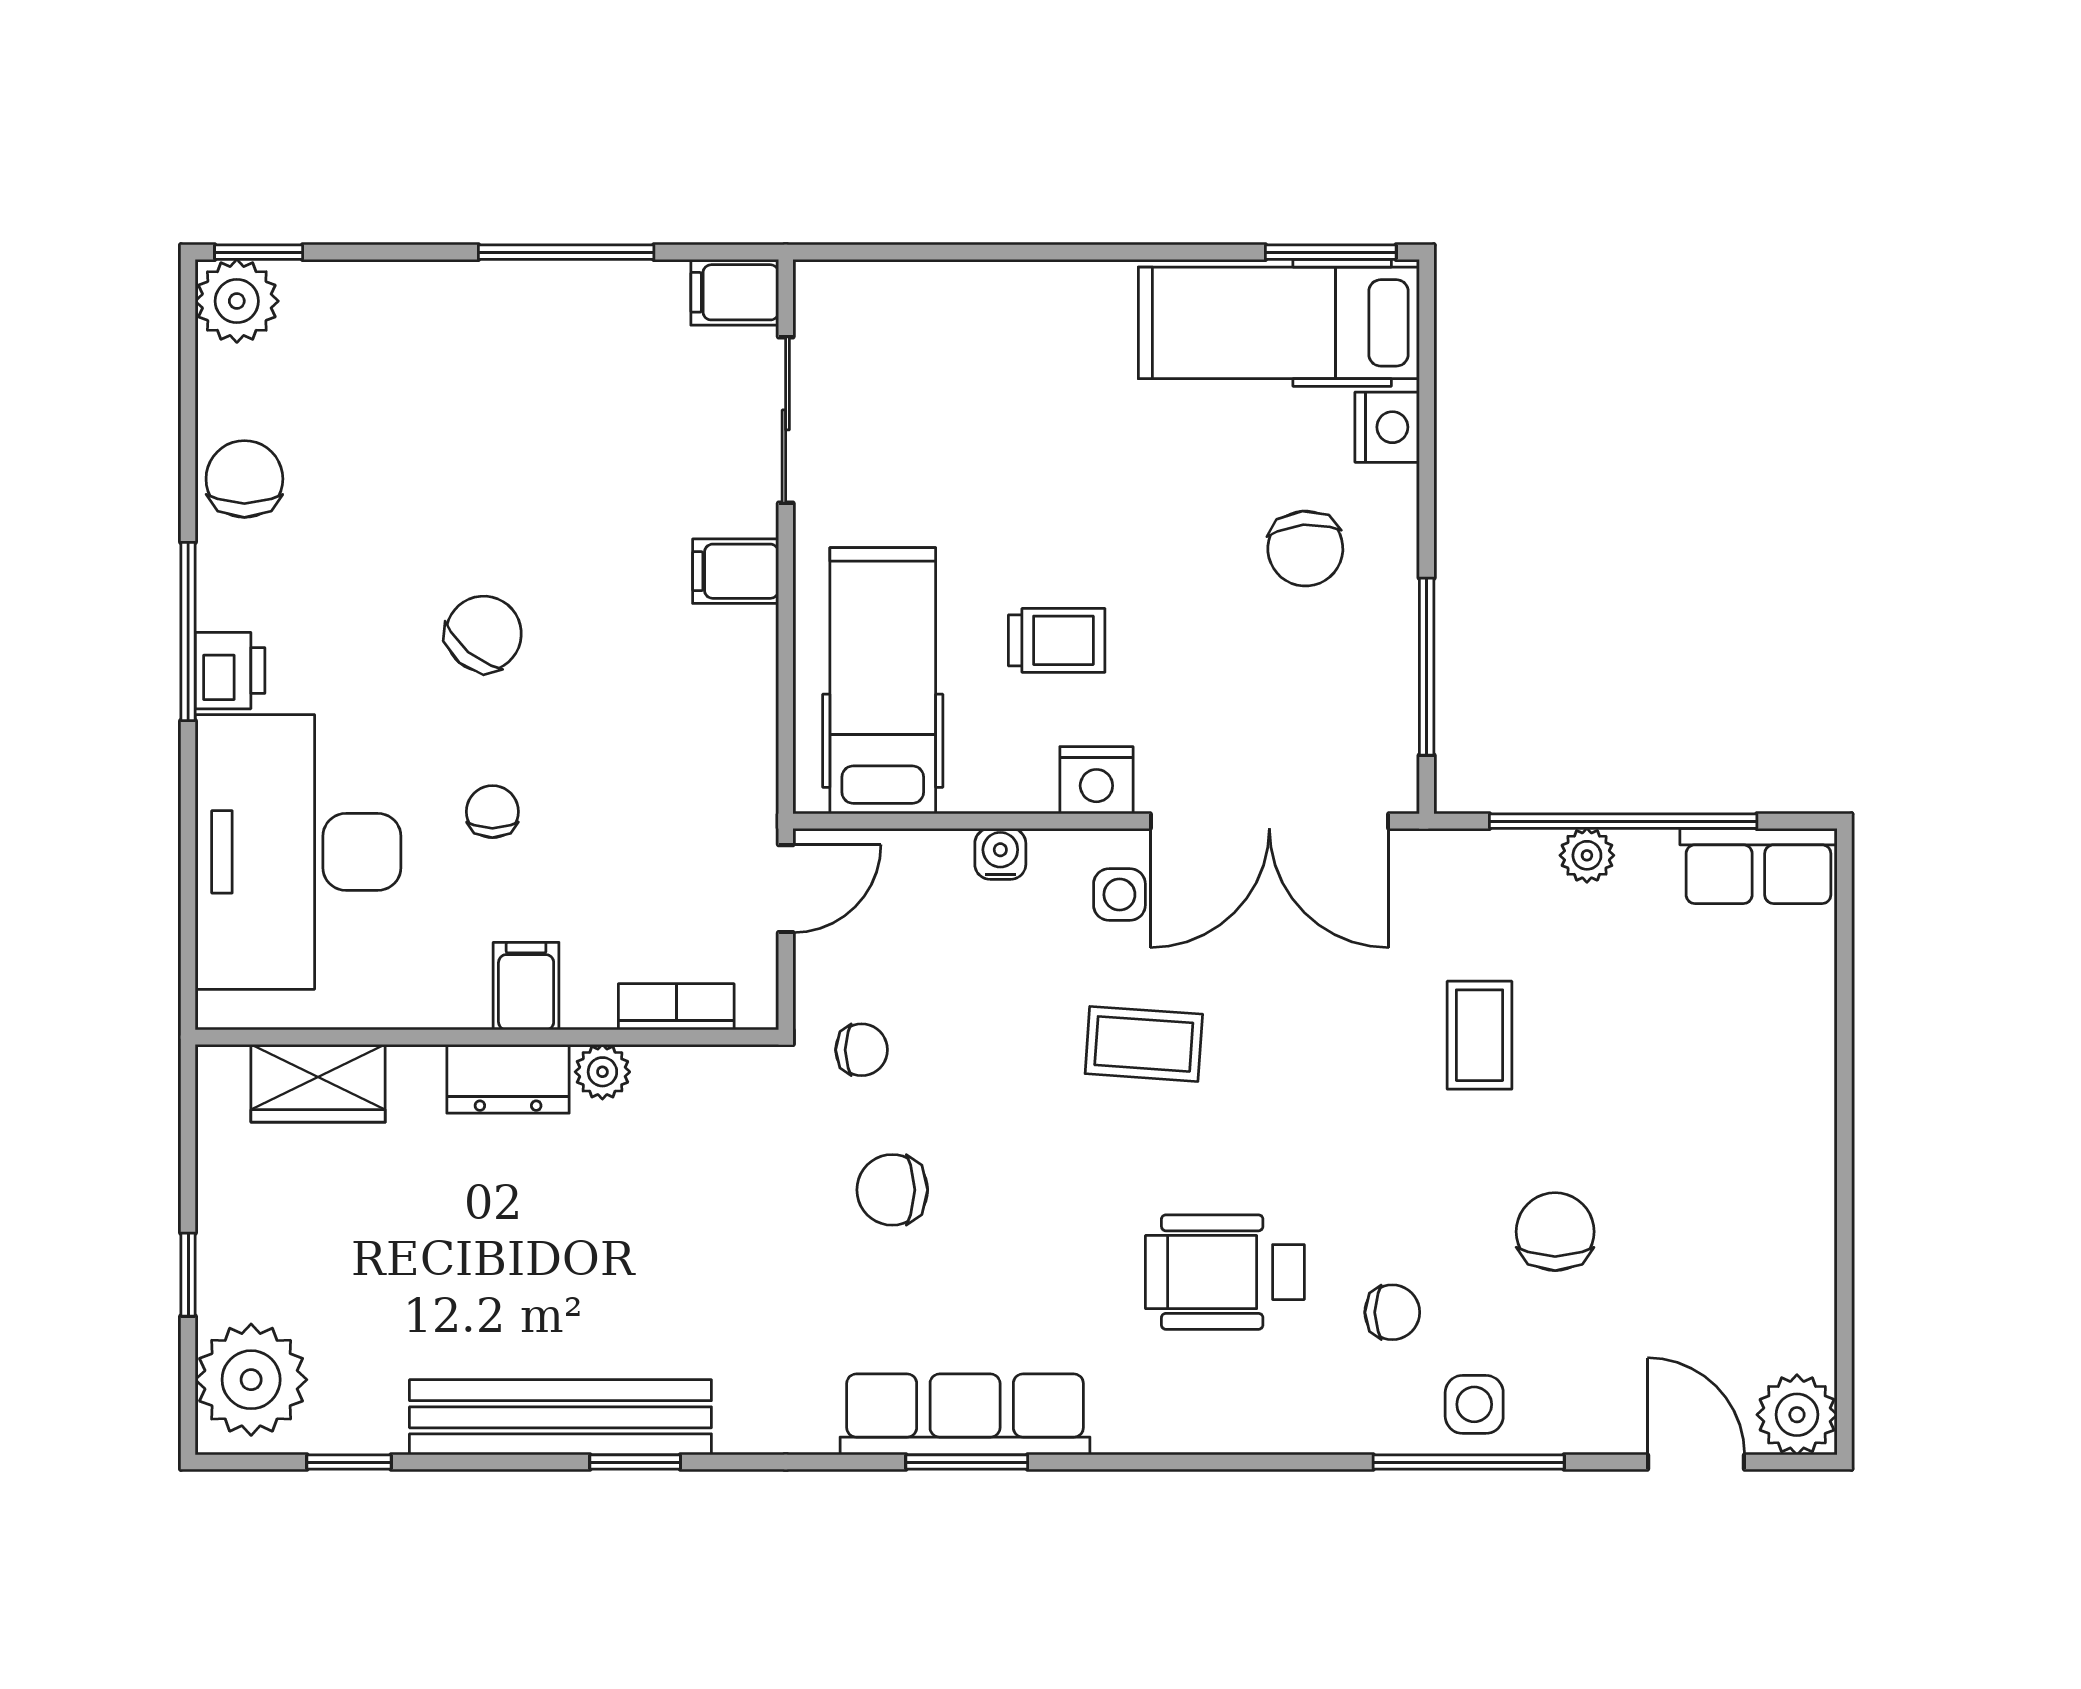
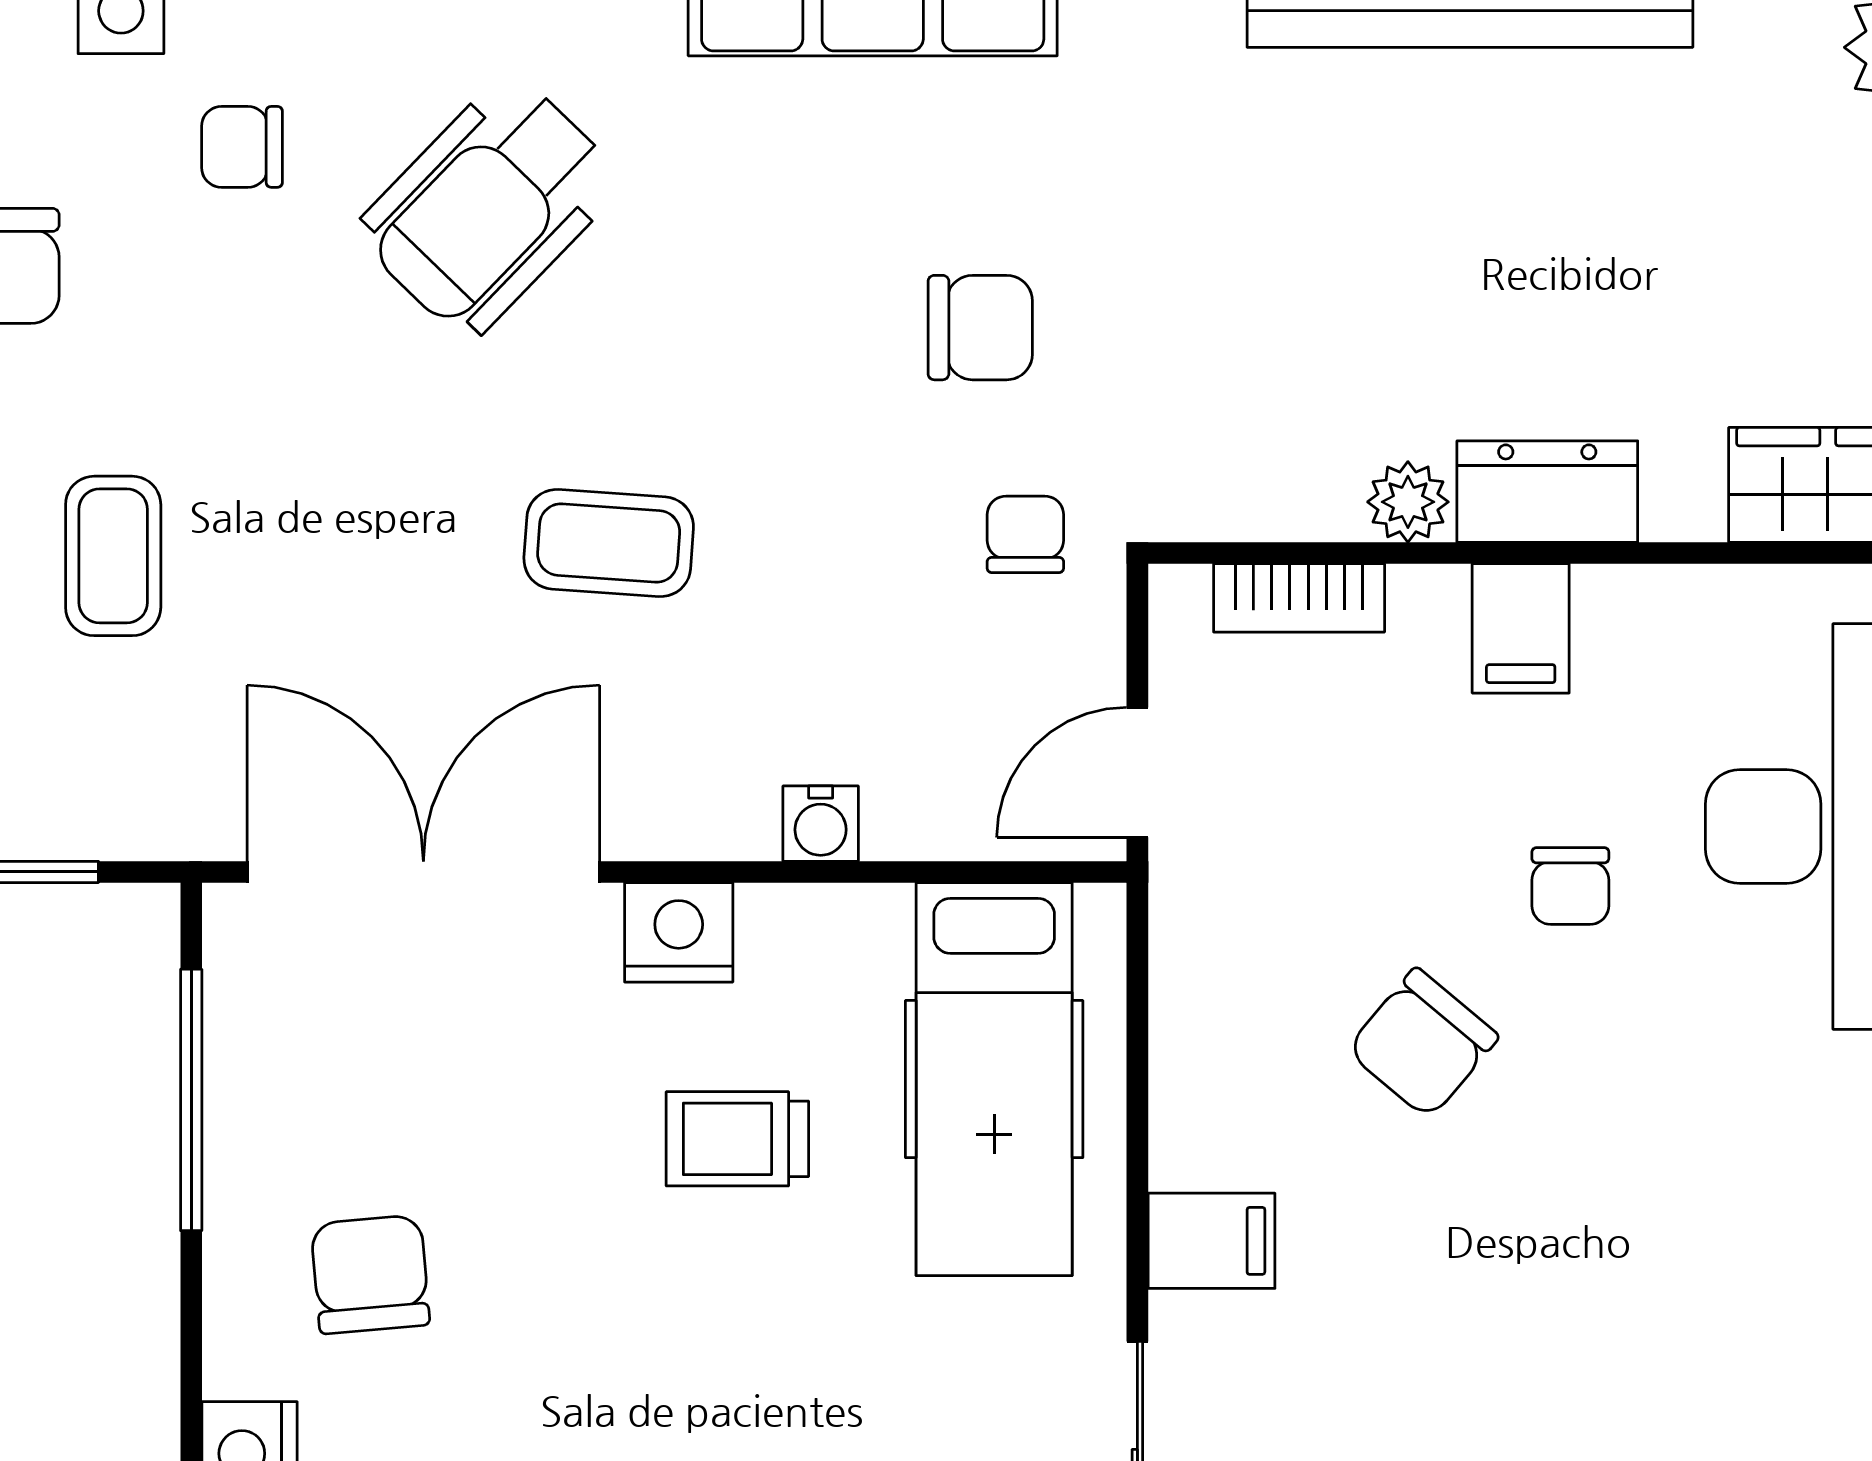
chair: (484, 634) -> (1422, 1043), moved
side table: (1119, 895) -> (645, 764), removed
chair: (862, 1050) -> (1025, 534), turned 90
wheelchair: (1225, 1272) -> (489, 206), turned 134

